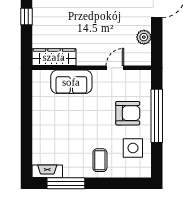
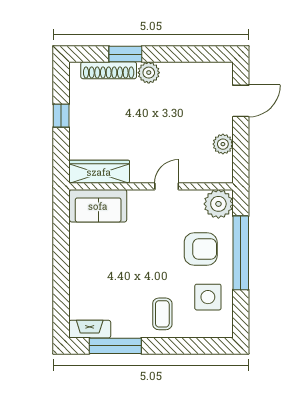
door: (115, 68) -> (167, 186), moved
plant: (141, 80) -> (218, 204), added
sofa: (71, 82) -> (98, 206), moved

